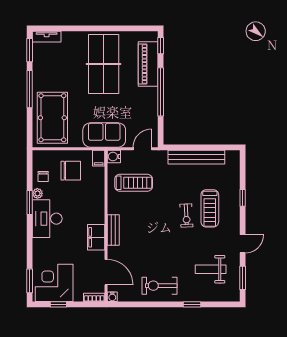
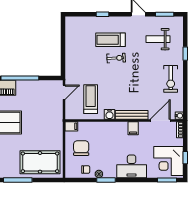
sofa: (104, 135) -> (53, 122), removed
door: (142, 149) -> (64, 92), swing flipped
water cooler: (114, 156) -> (109, 114), moved
bench: (196, 157) -> (71, 50), removed
treadmill: (210, 208) -> (110, 40), turned 180
desk: (47, 219) -> (132, 166), moved
bench: (113, 230) -> (132, 115), width x1.36
filing cabinet: (96, 237) -> (133, 128), width x0.50
weight bench: (211, 269) -> (158, 39), turned 90

